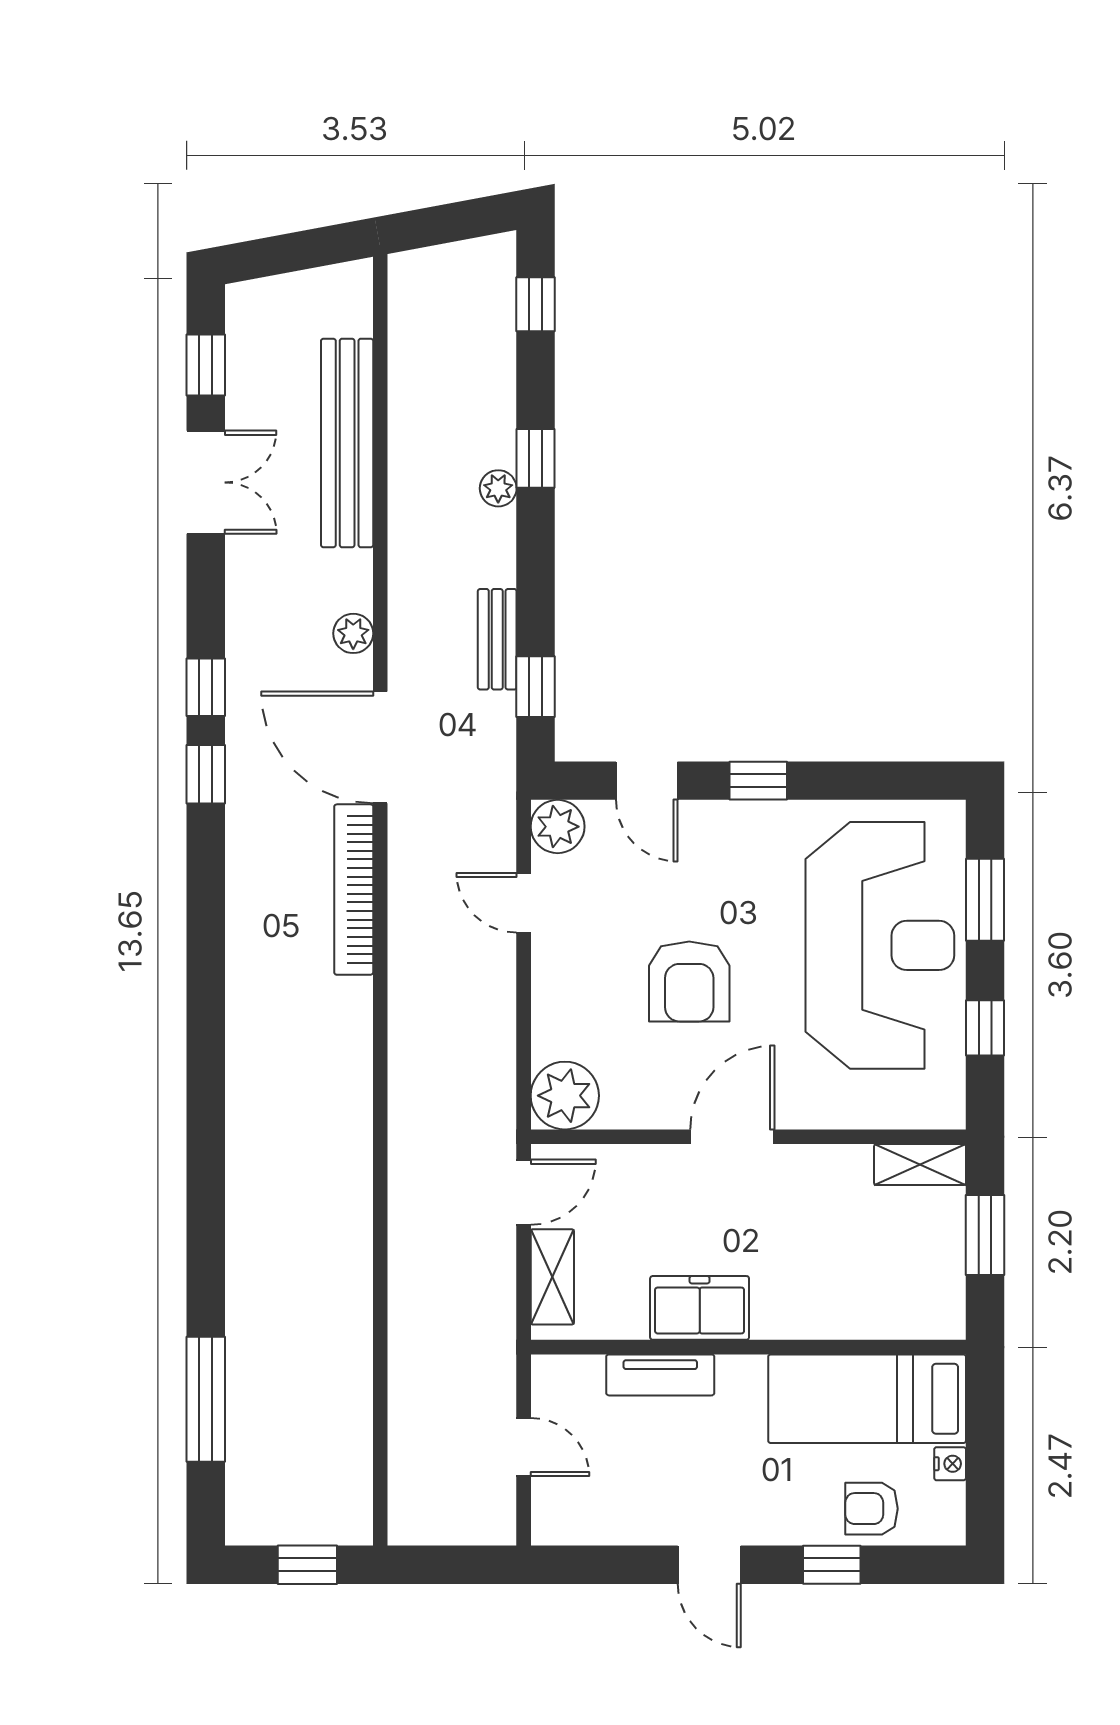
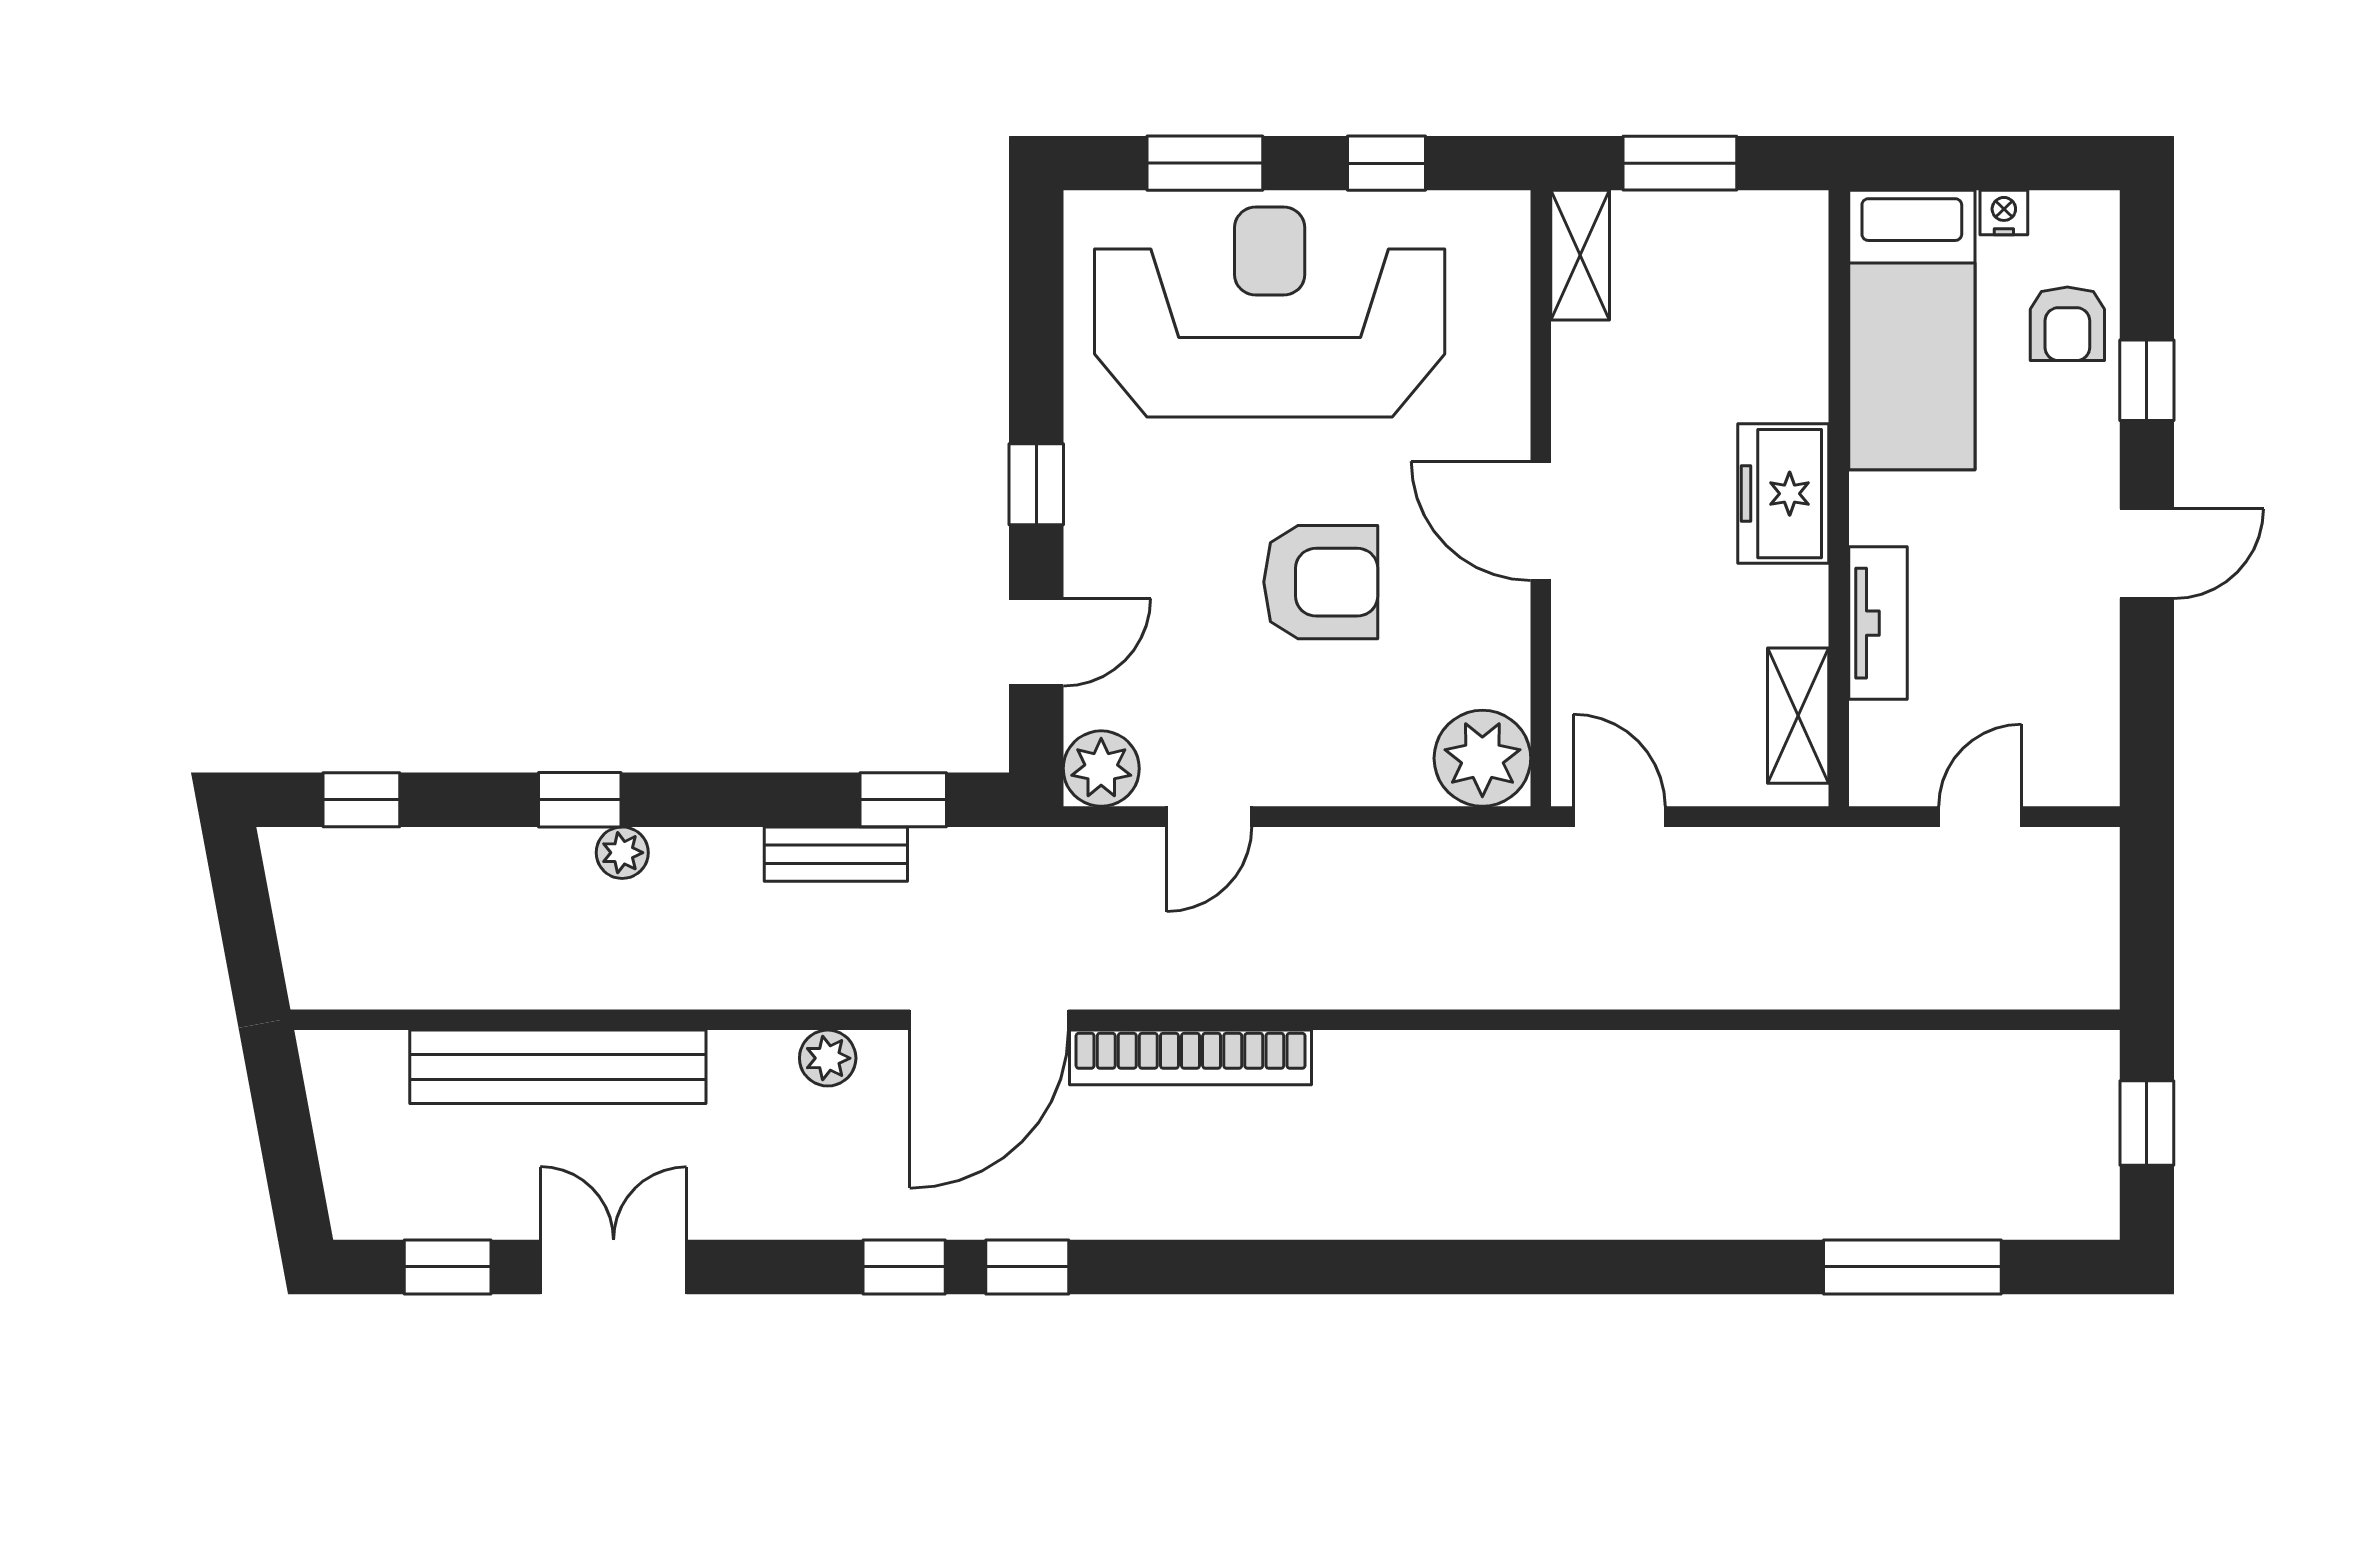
shelving: (552, 1277) -> (1798, 716), moved, turned 90
freezer: (700, 1308) -> (1783, 494), moved

